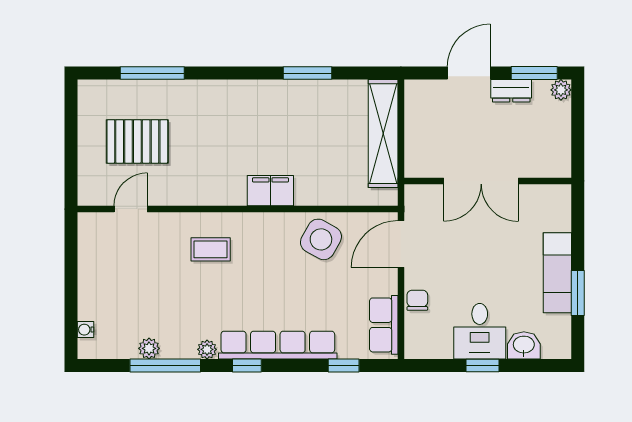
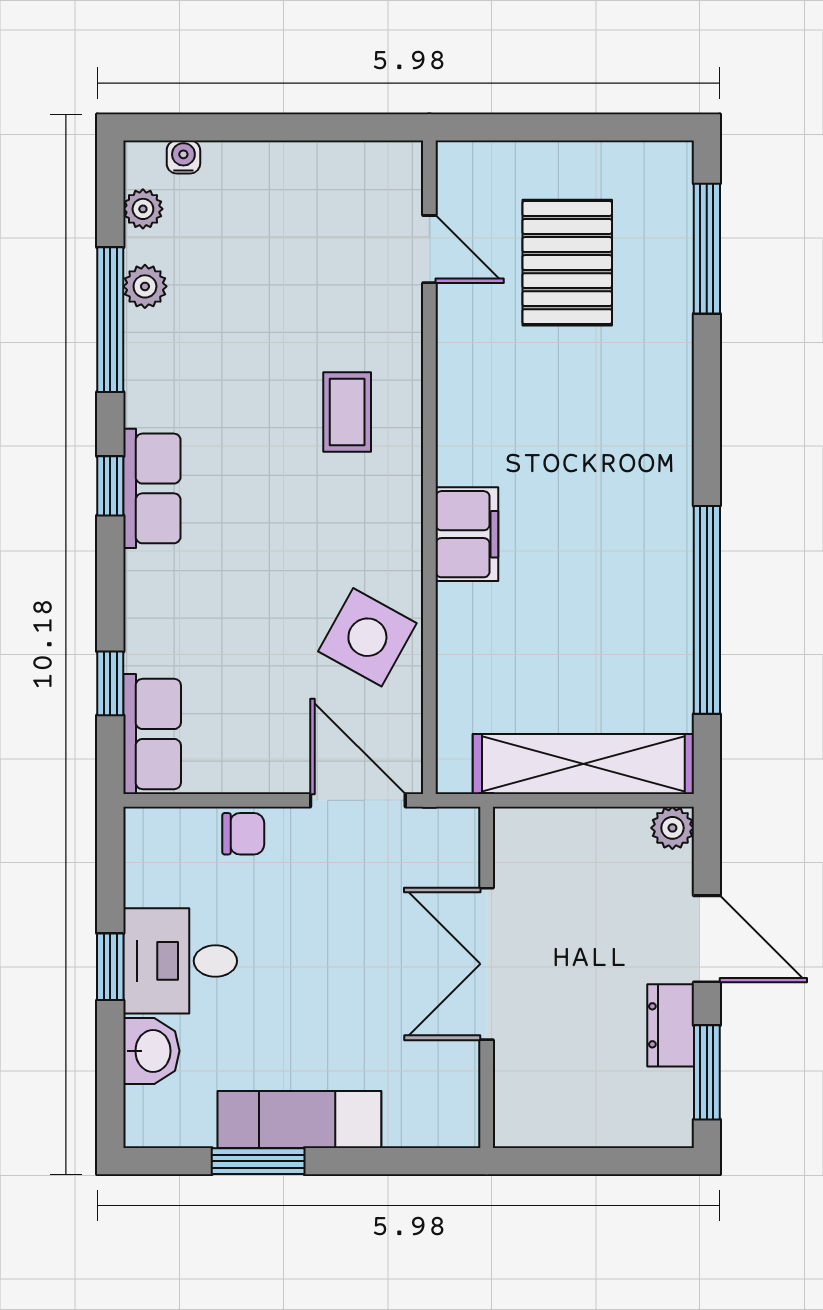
window: (152, 73) -> (707, 249), moved
window: (308, 73) -> (707, 610), width x2.11
plant: (561, 90) -> (672, 828), moved
row of seats: (384, 325) -> (152, 734), moved, turned 90
row of seats: (278, 345) -> (152, 488), width x0.50
plant: (207, 349) -> (143, 209), moved

